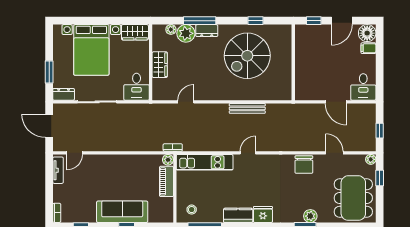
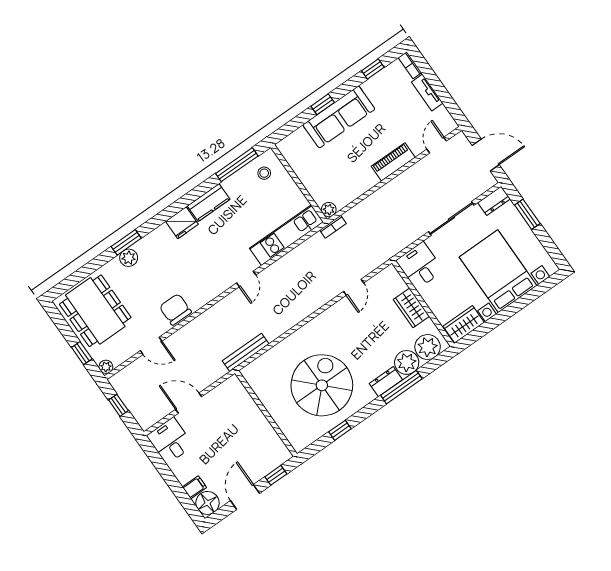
plant: (171, 29) -> (428, 347), width x1.88, depth x1.88
bench: (247, 108) -> (246, 352), moved
tv unit: (58, 170) -> (427, 93), moved
piano: (167, 181) -> (393, 162), moved, turned -90

